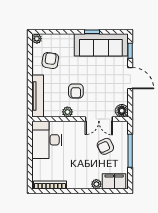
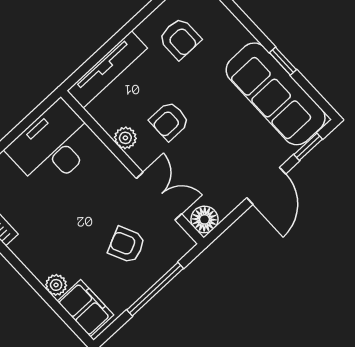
armchair: (50, 60) -> (180, 39), turned 81
double door: (99, 119) -> (159, 196), swing flipped

